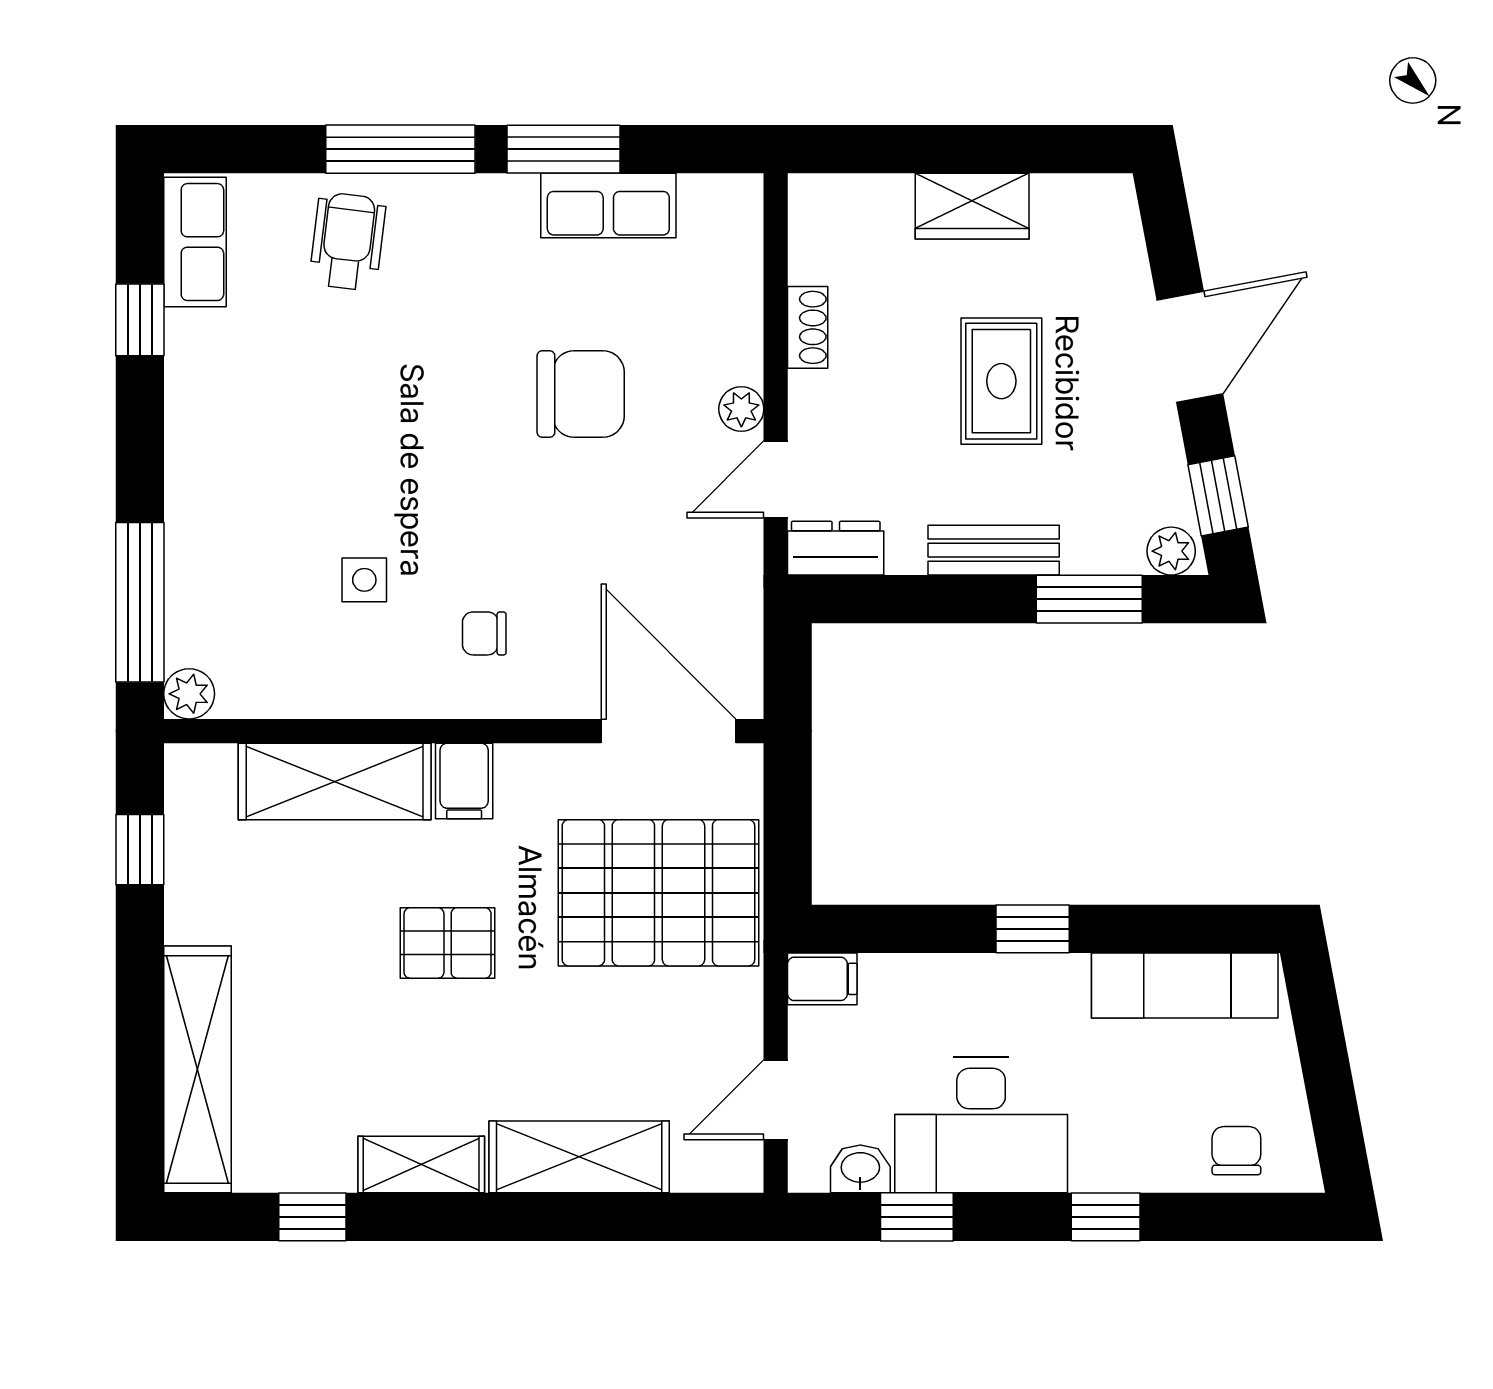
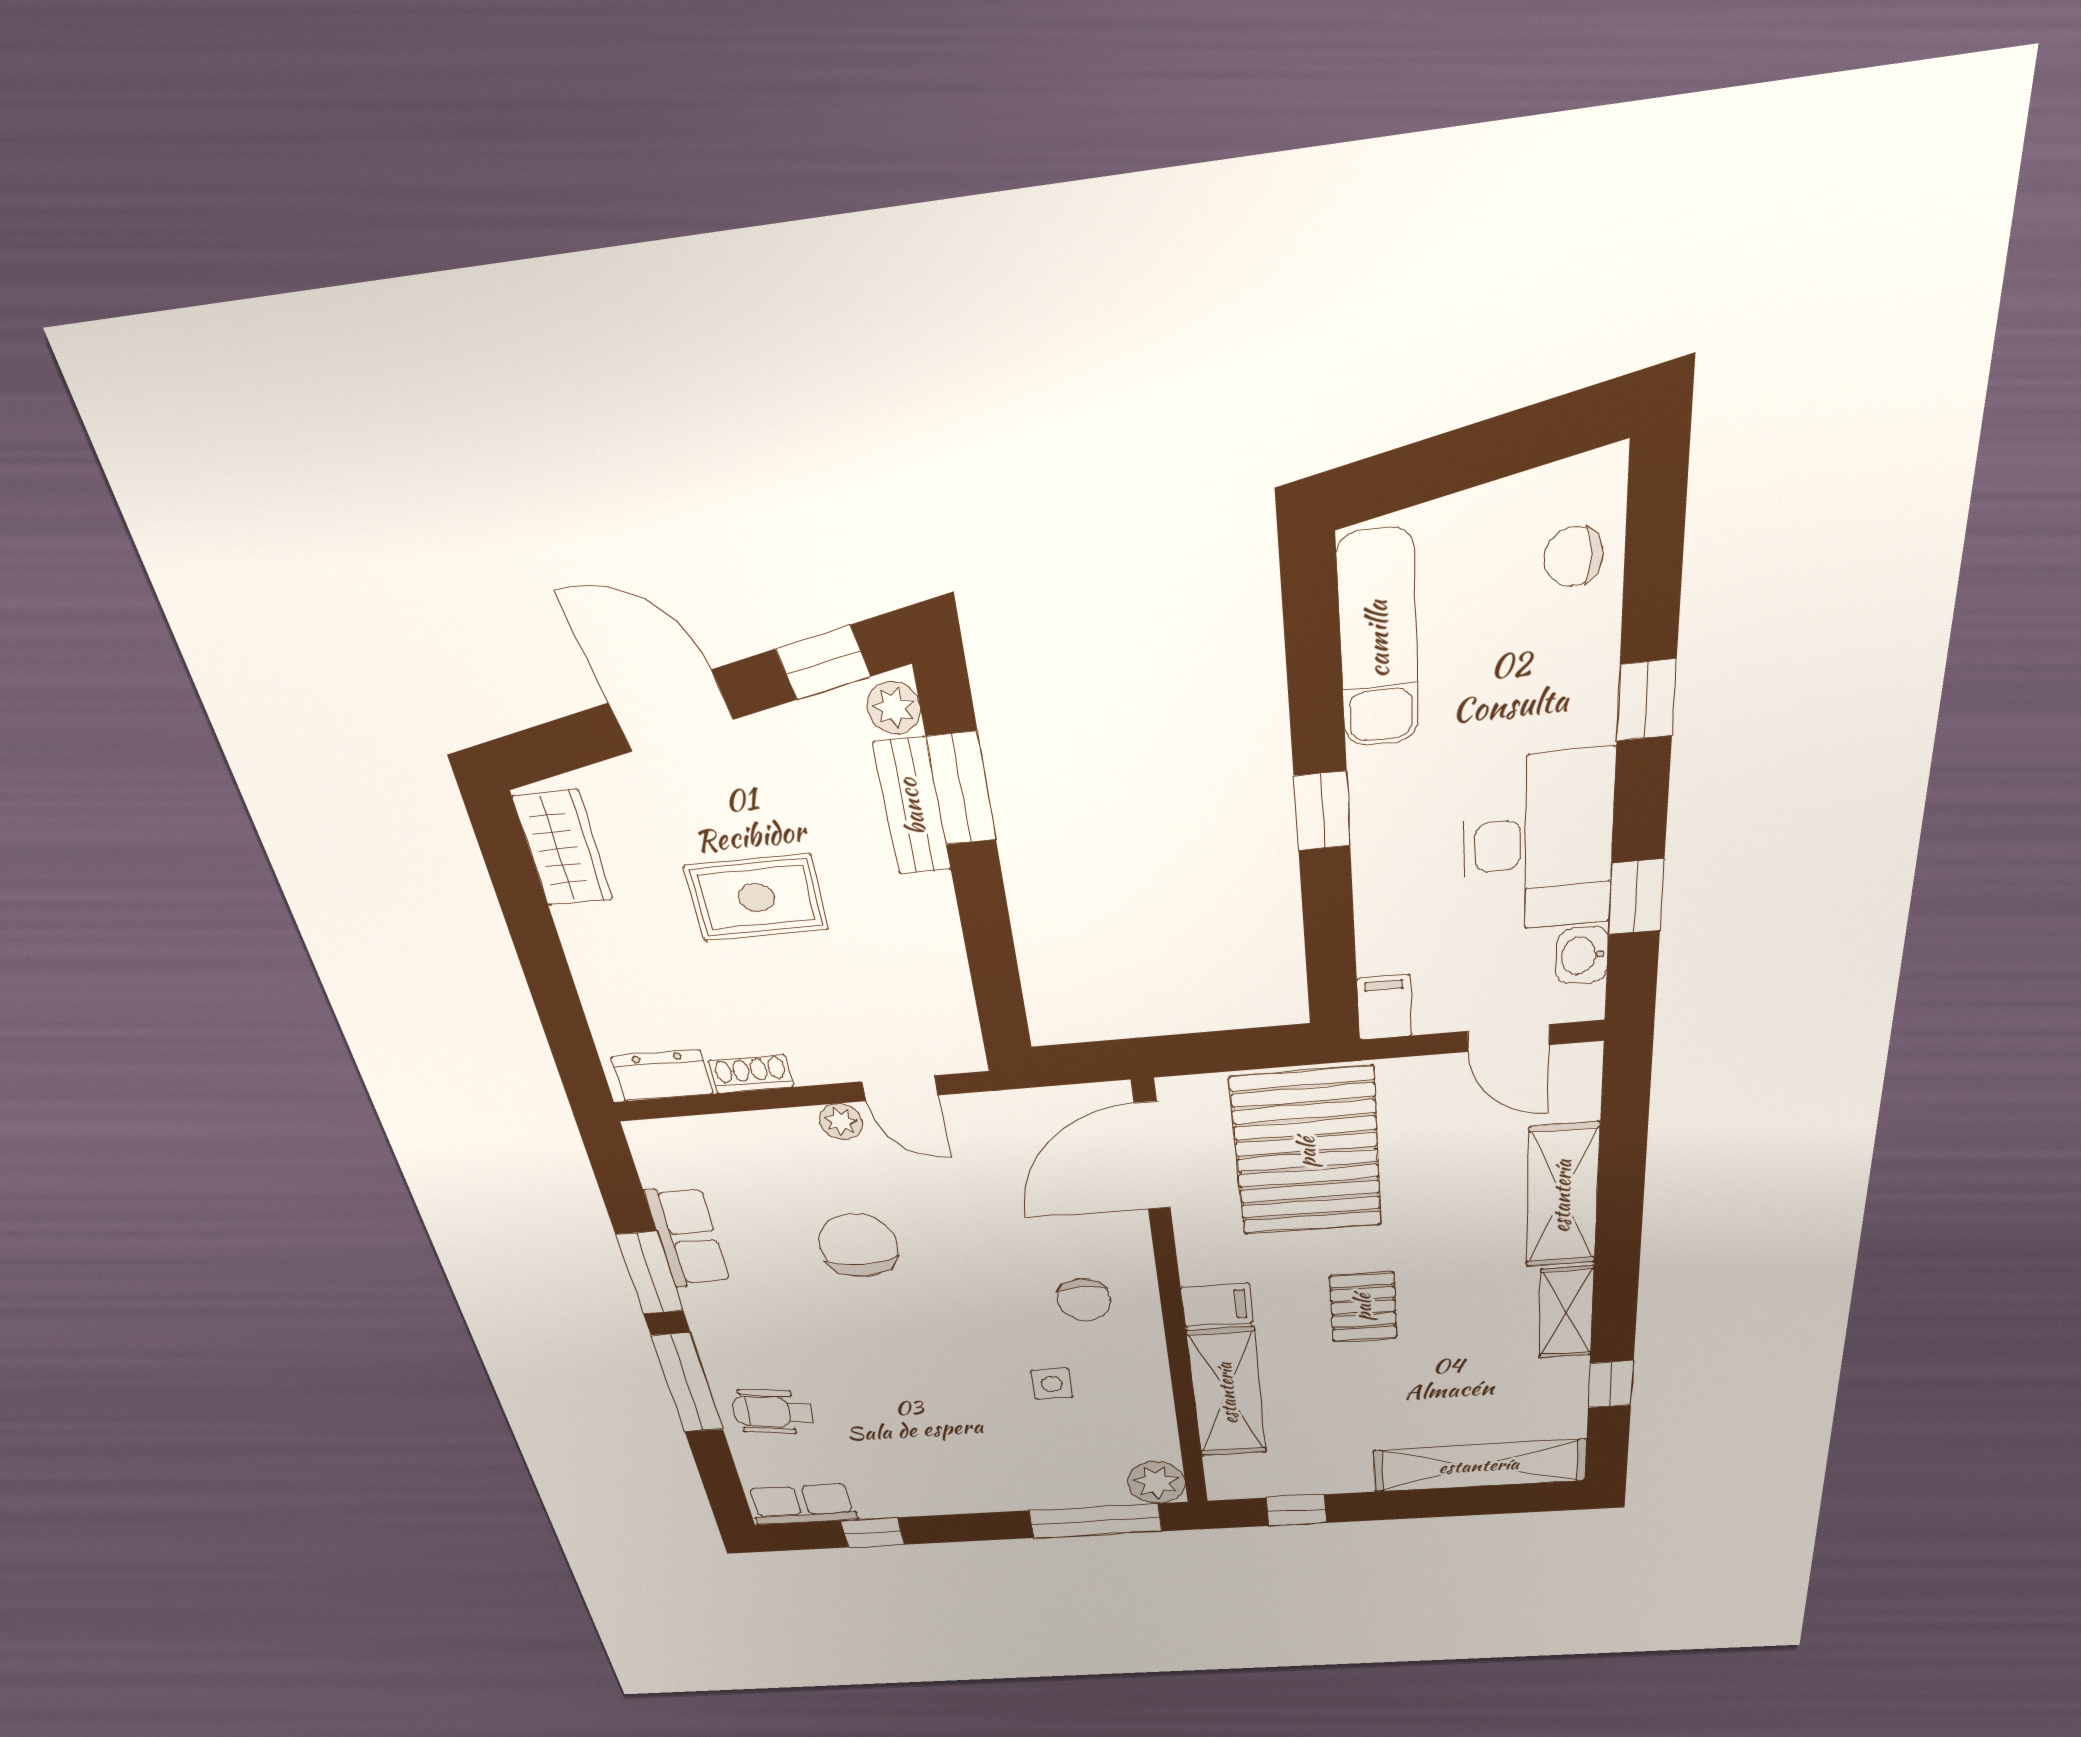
wardrobe: (972, 206) -> (563, 848), moved
dresser: (836, 548) -> (662, 1075), moved, turned 90
bench: (994, 550) -> (912, 807), moved
chair: (484, 633) -> (1084, 1300), width x1.37, depth x1.37
plant: (189, 694) -> (1156, 1483), width x1.38, depth x1.38

